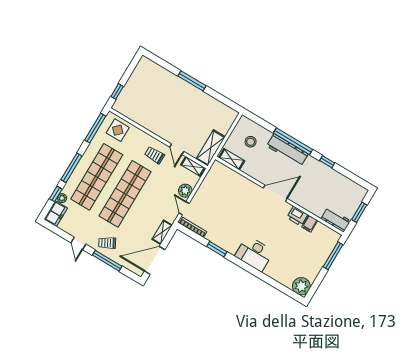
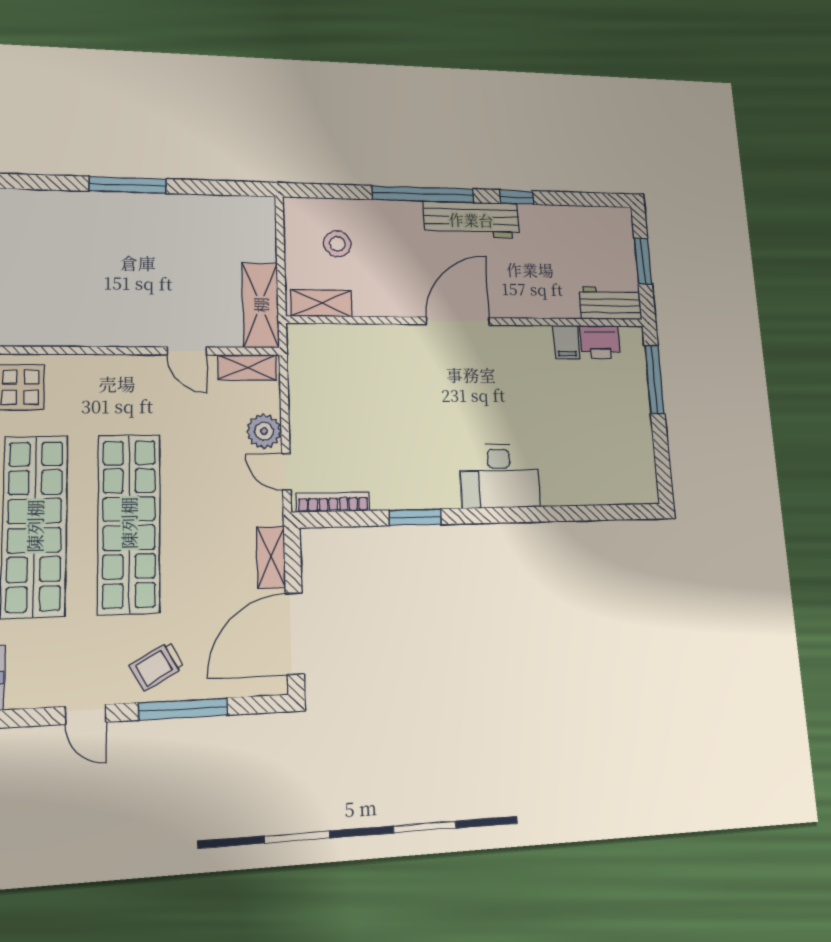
workbench: (287, 150) -> (471, 220), moved
trolley: (154, 155) -> (144, 394), removed
printer: (297, 216) -> (600, 342), moved
plant: (301, 286) -> (637, 483), removed

